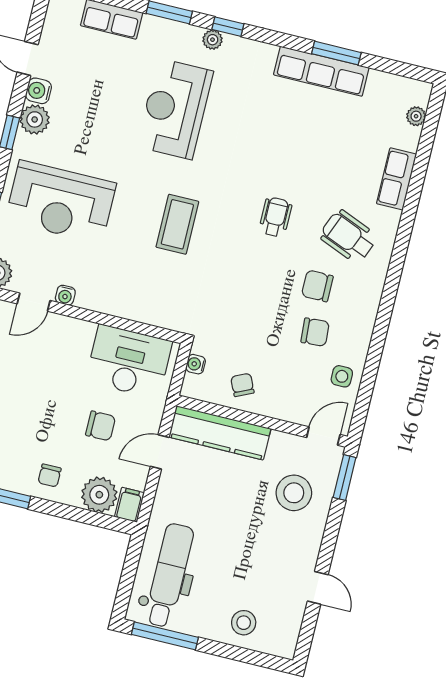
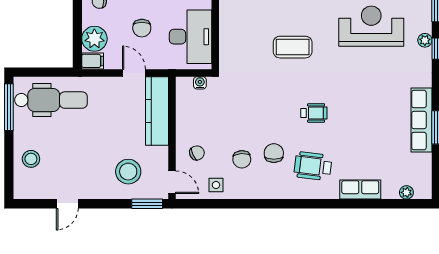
wheelchair: (348, 236) -> (313, 166), turned -105
chair: (242, 385) -> (197, 153), moved

